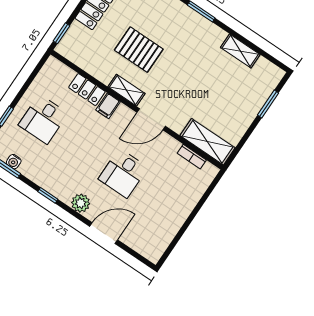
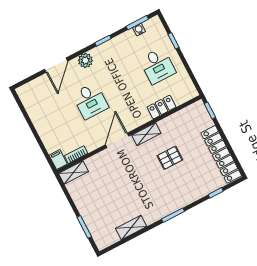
pallet: (139, 50) -> (170, 158), width x0.67, depth x0.71
filing cabinet: (108, 106) -> (58, 160), moved
desk: (43, 119) -> (157, 66), turned 180
shelving: (208, 142) -> (73, 172), width x0.67, depth x0.75
desk: (123, 173) -> (90, 101), turned 180

